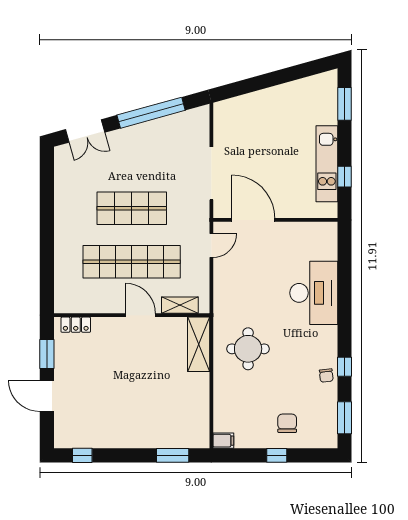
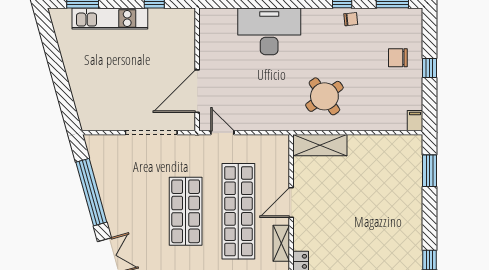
kitchen unit: (327, 164) -> (110, 19), moved
shelving: (180, 305) -> (281, 243), moved
round table: (248, 349) -> (324, 96), turned -36

